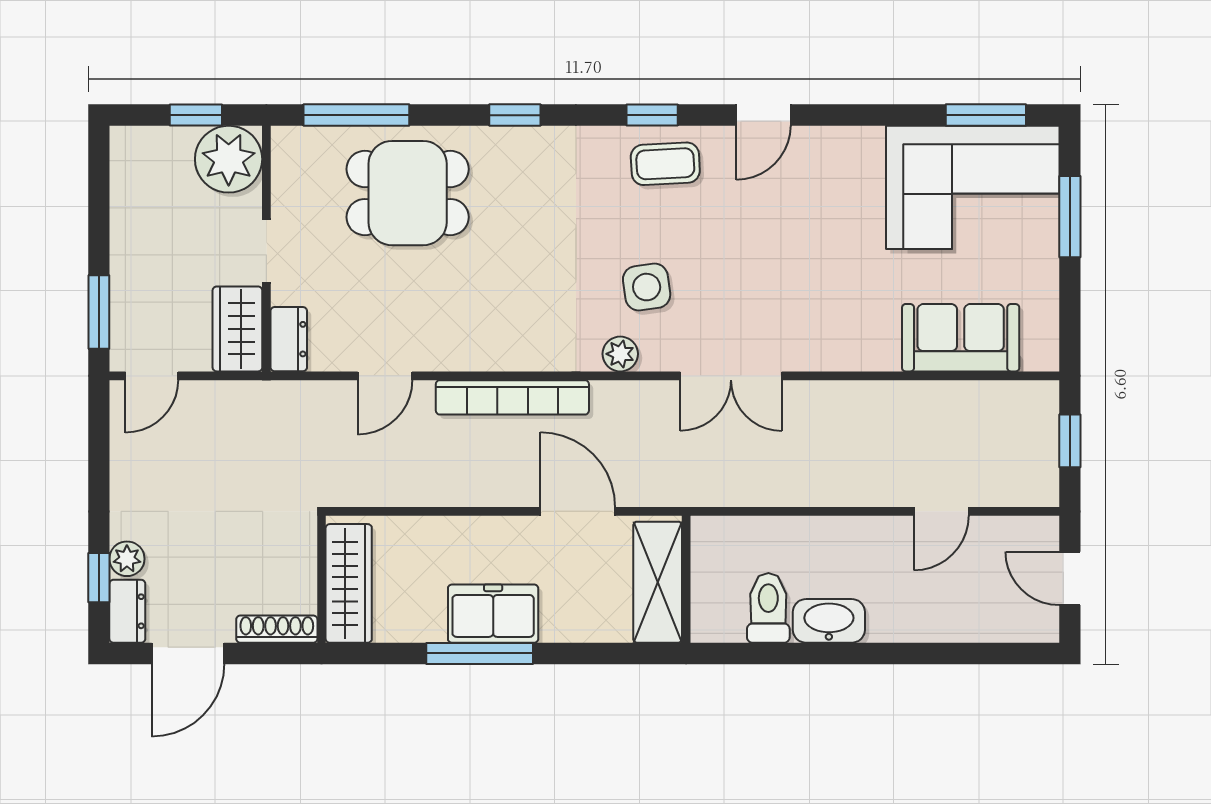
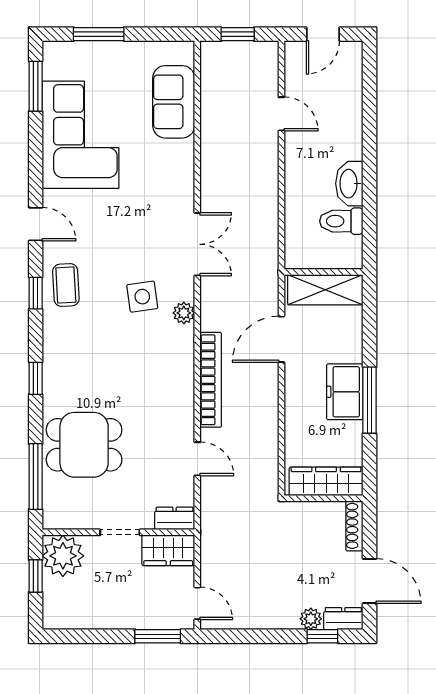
corner sofa: (973, 187) -> (80, 135), moved
dining table: (408, 193) -> (84, 445), turned 90

